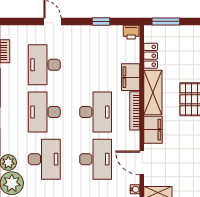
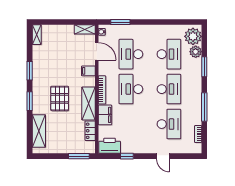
printer: (131, 32) -> (110, 146), width x1.87, depth x1.48
filing cabinet: (153, 130) -> (88, 71), width x0.50
desk: (44, 159) -> (169, 54), turned 180

